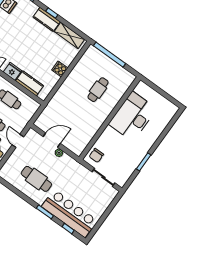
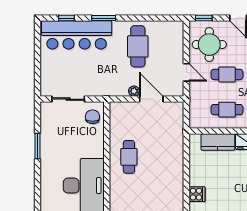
cooker: (60, 69) -> (197, 194), moved
cafe table: (98, 90) -> (129, 157), moved
door: (52, 140) -> (151, 99), swing flipped
cafe table: (36, 179) -> (138, 46), turned 90

